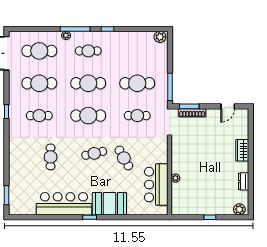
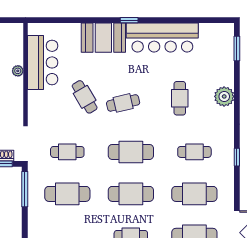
plant: (16, 158) -> (224, 96), added

